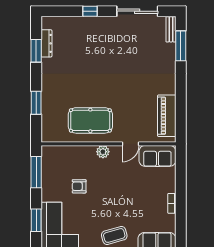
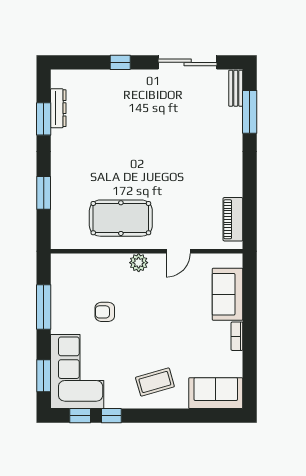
piano: (167, 116) -> (233, 219), width x0.73, depth x0.75
sofa: (157, 156) -> (228, 294), moved, turned 90
window: (36, 172) -> (44, 307), moved
window: (36, 220) -> (44, 376), moved

